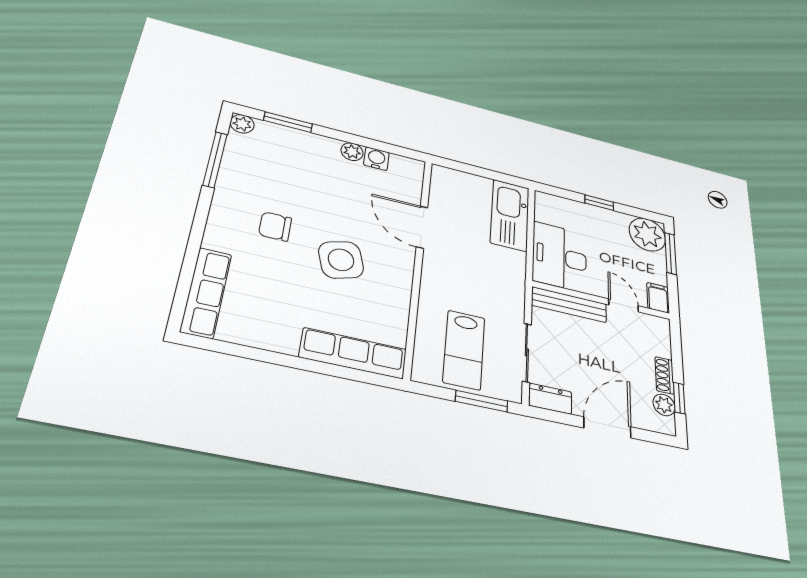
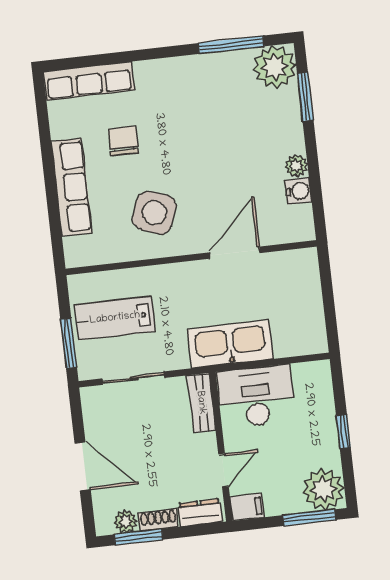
plant: (242, 124) -> (275, 67), width x1.88, depth x1.88
kitchen sink: (510, 215) -> (230, 344), moved
chair: (275, 226) -> (123, 141), moved
side table: (341, 260) -> (154, 213), moved, turned 37
bench: (569, 305) -> (201, 403), width x0.73
row of seats: (353, 353) -> (72, 187), moved
window: (679, 398) -> (139, 537), width x1.50
dresser: (550, 399) -> (200, 513), moved, turned -90

